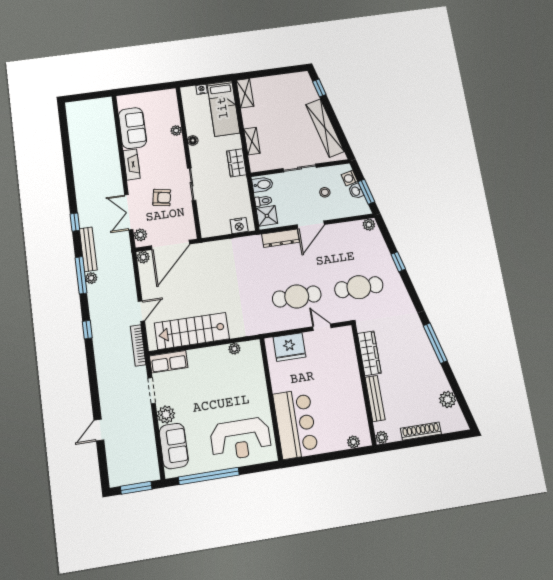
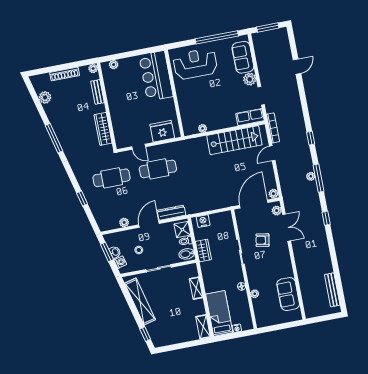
wardrobe: (236, 163) -> (203, 250), moved
fireplace: (132, 165) -> (287, 265), removed
plant: (369, 225) -> (124, 222), moved
bench: (88, 249) -> (332, 290), moved
bench: (375, 398) -> (98, 92), width x0.73

